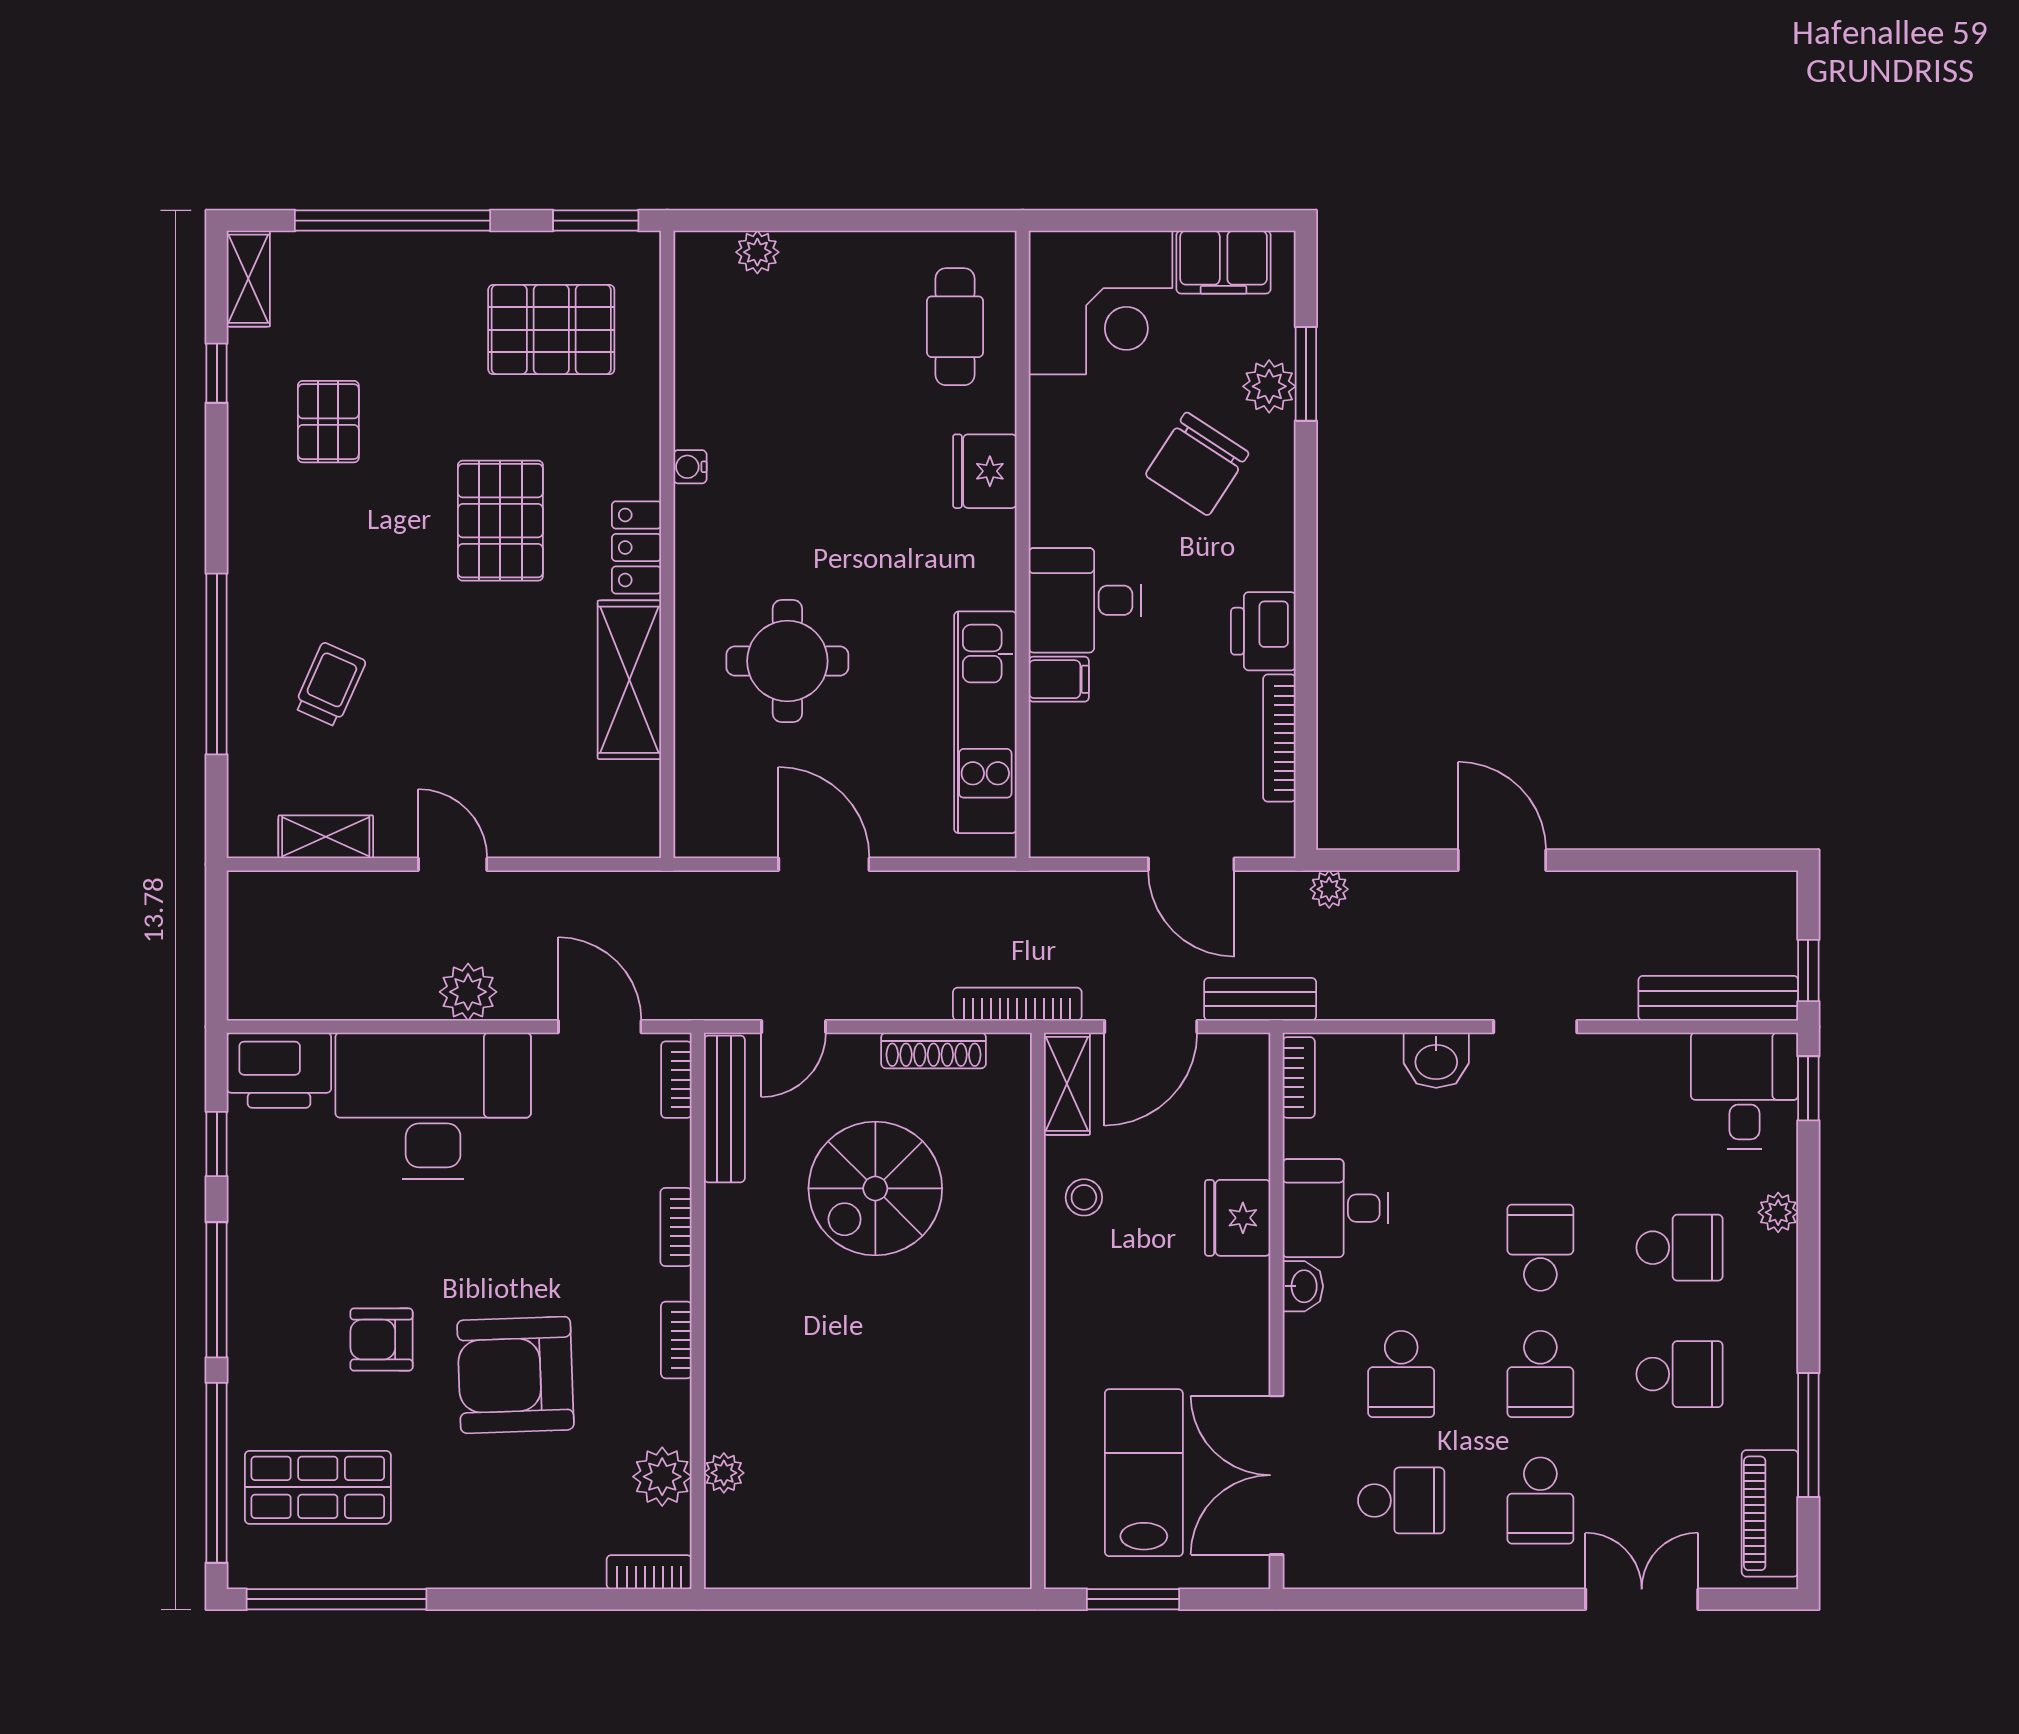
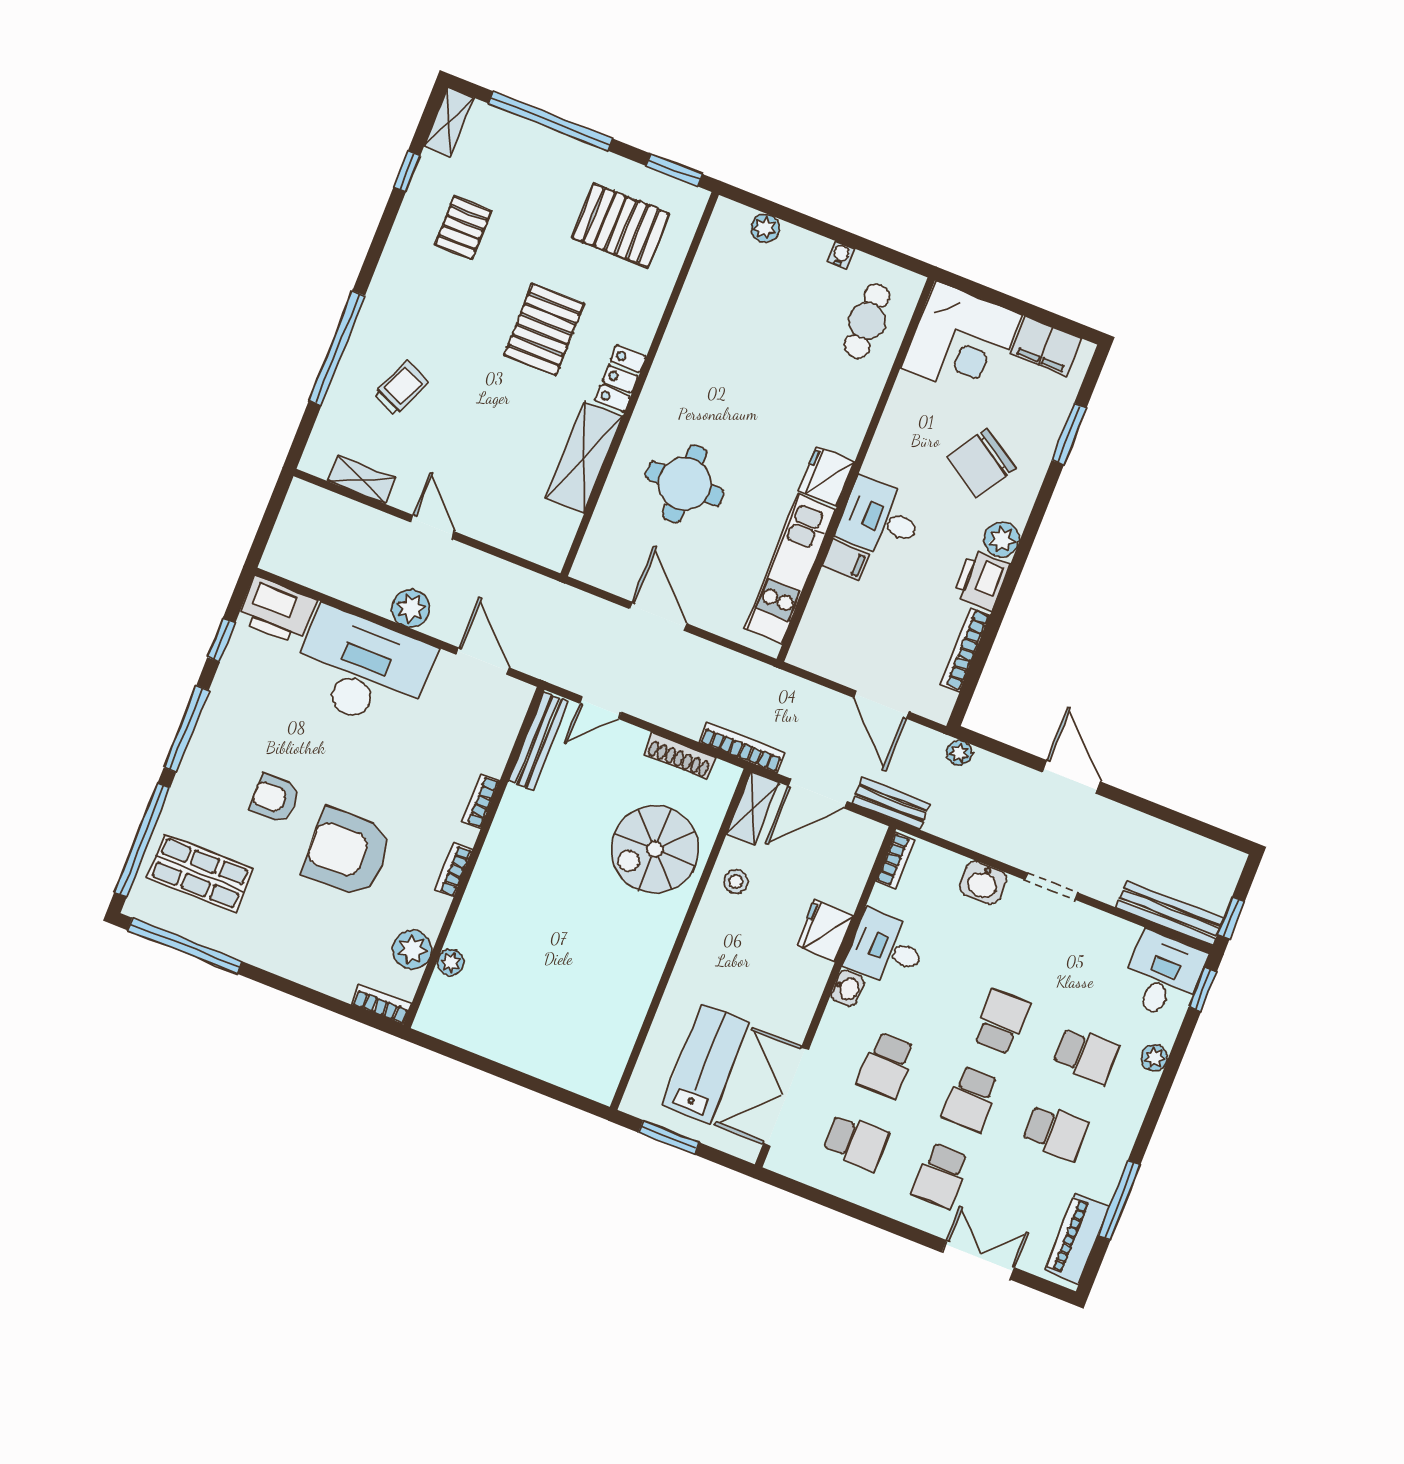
plant: (1269, 386) -> (1002, 539), moved
water cooler: (690, 467) -> (841, 255), moved, turned 90
fridge: (985, 471) -> (826, 476), moved
bookcase: (676, 1080) -> (516, 712), removed
spiral stairs: (875, 1188) -> (655, 849), moved

